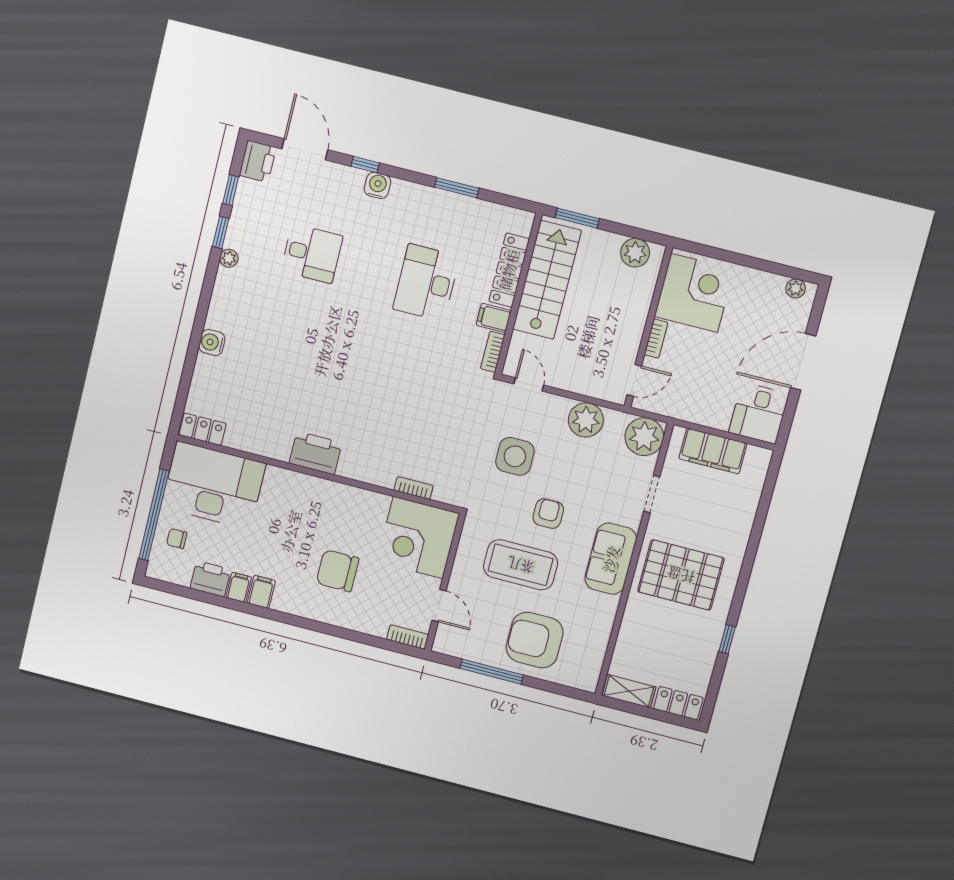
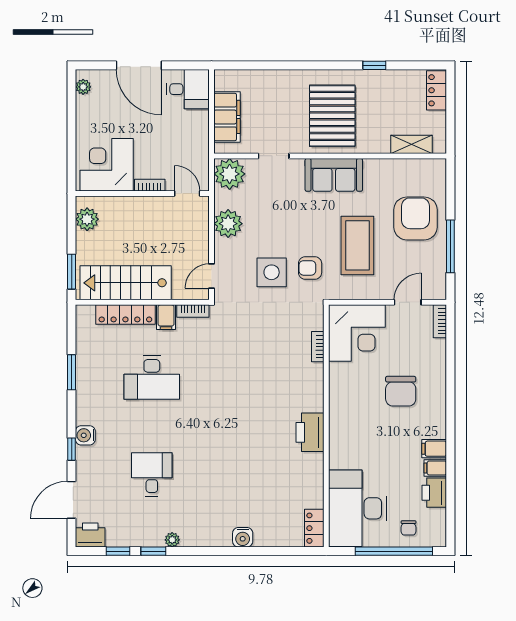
armchair: (548, 513) -> (310, 268), moved
armchair: (535, 640) -> (415, 218), turned 180
shelving: (629, 691) -> (411, 144), moved, turned 90

